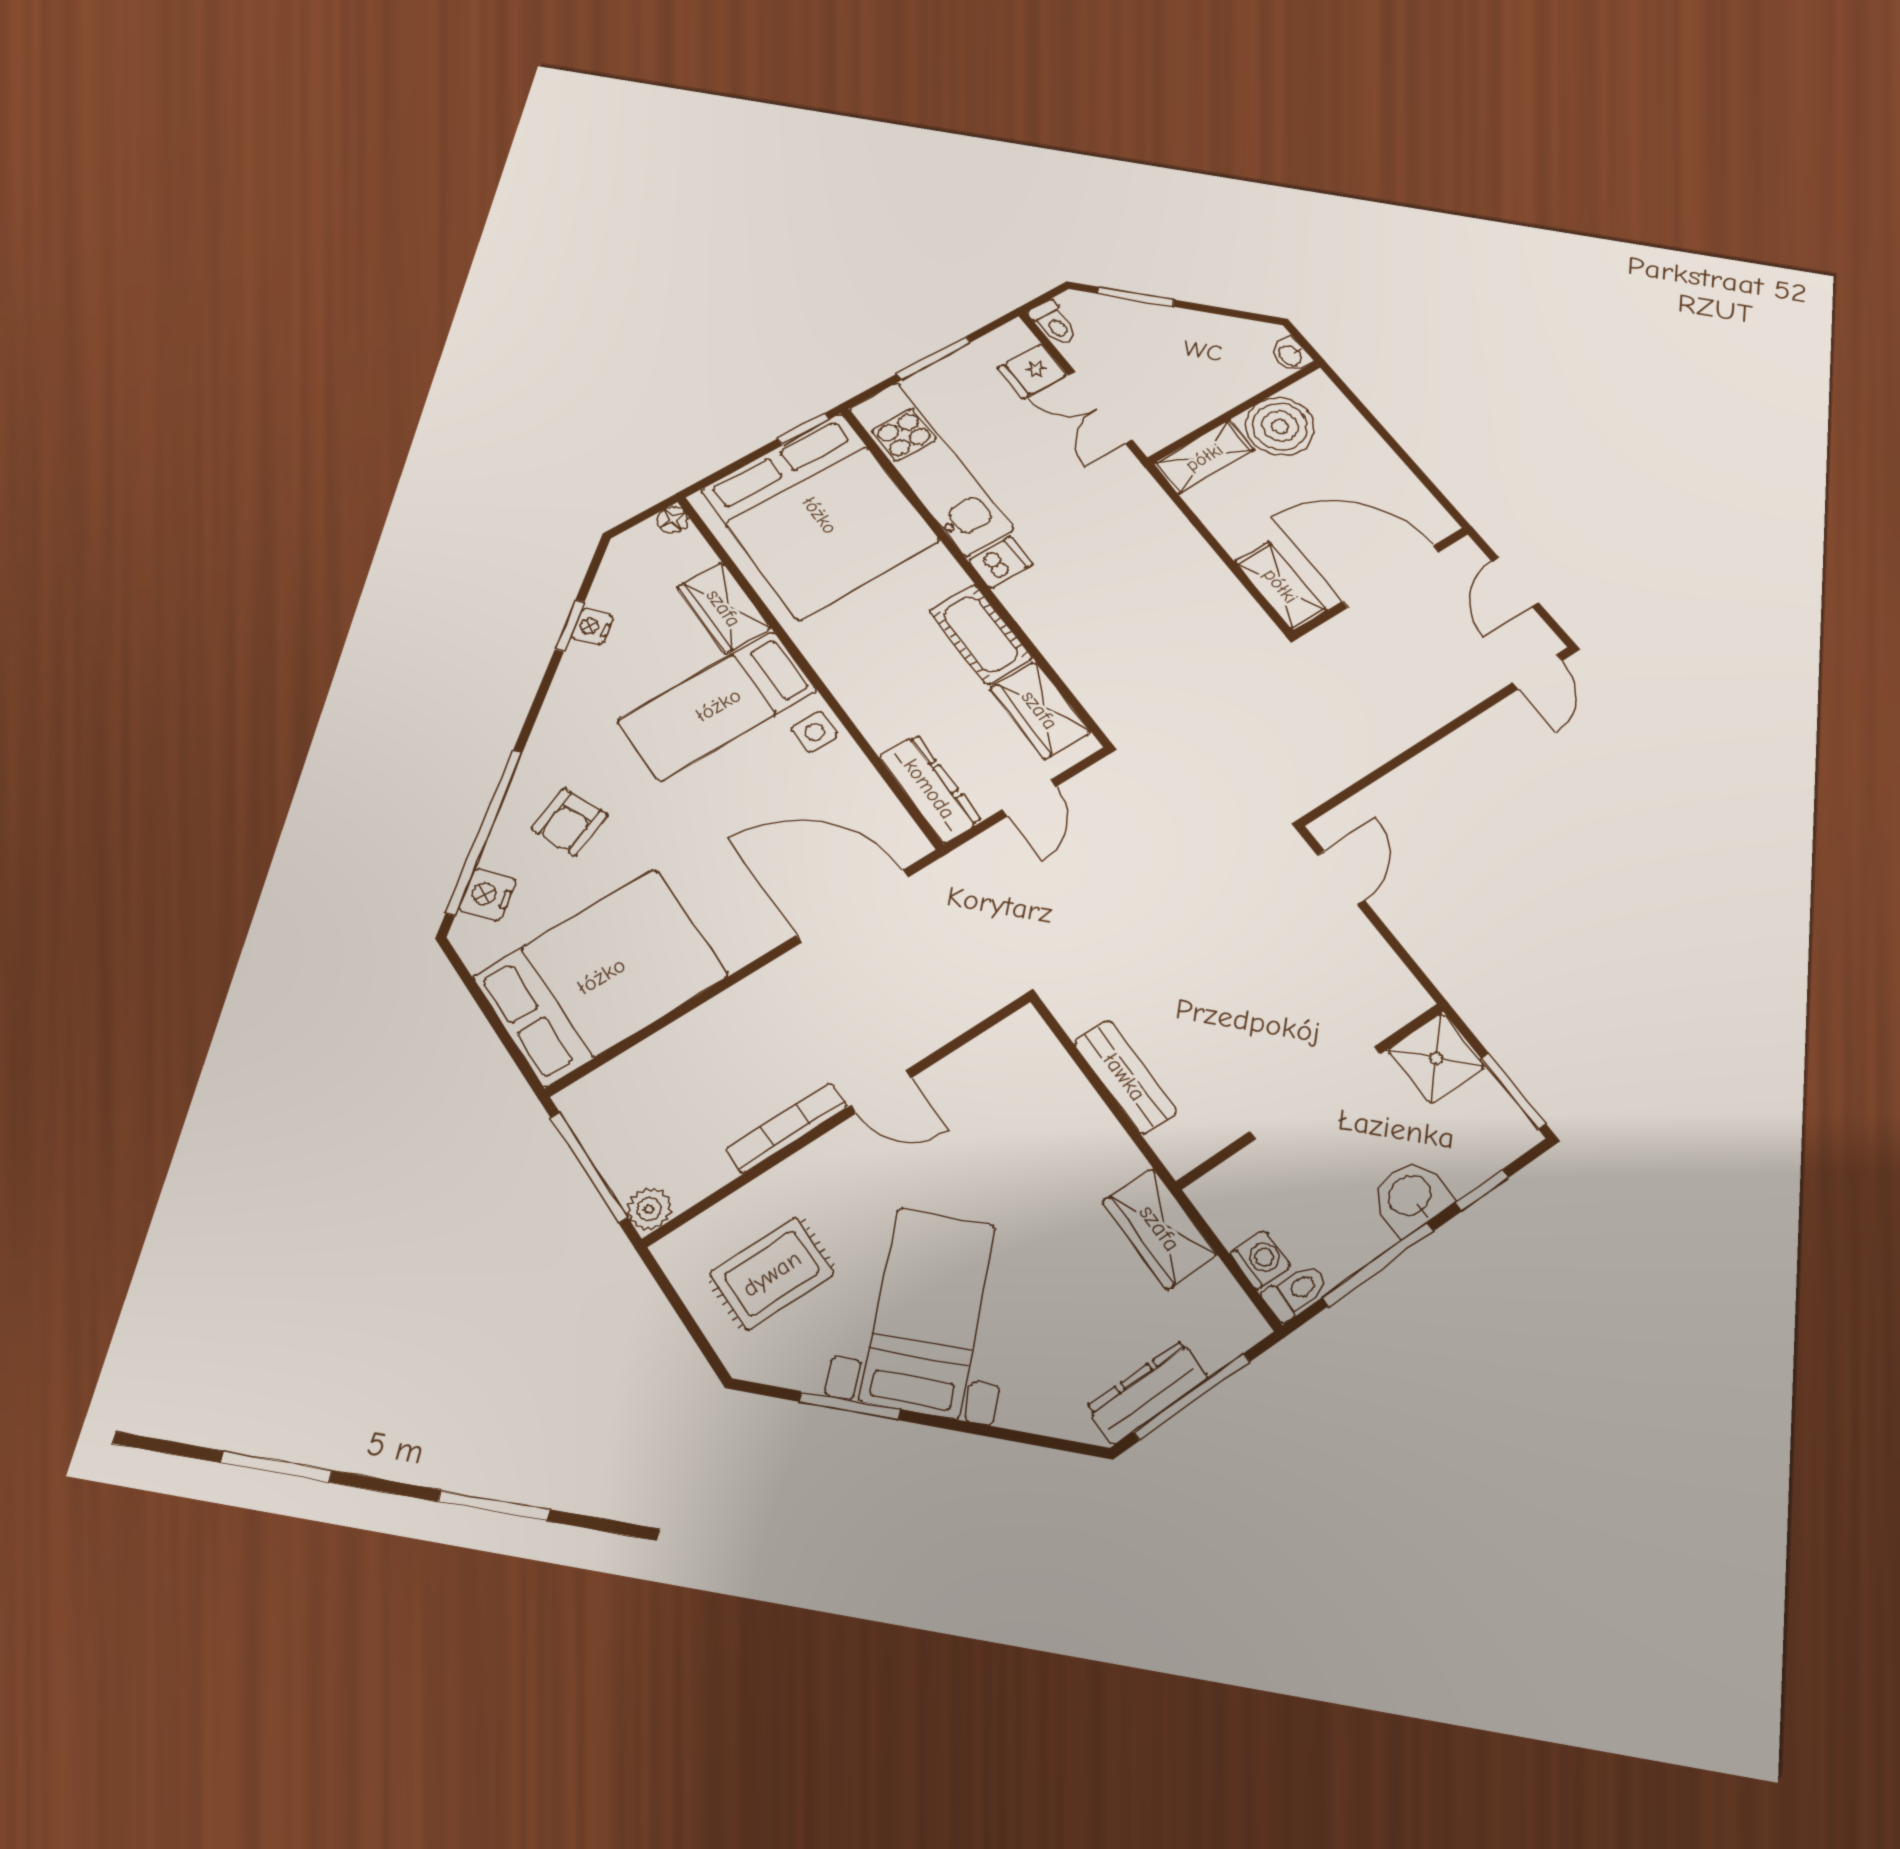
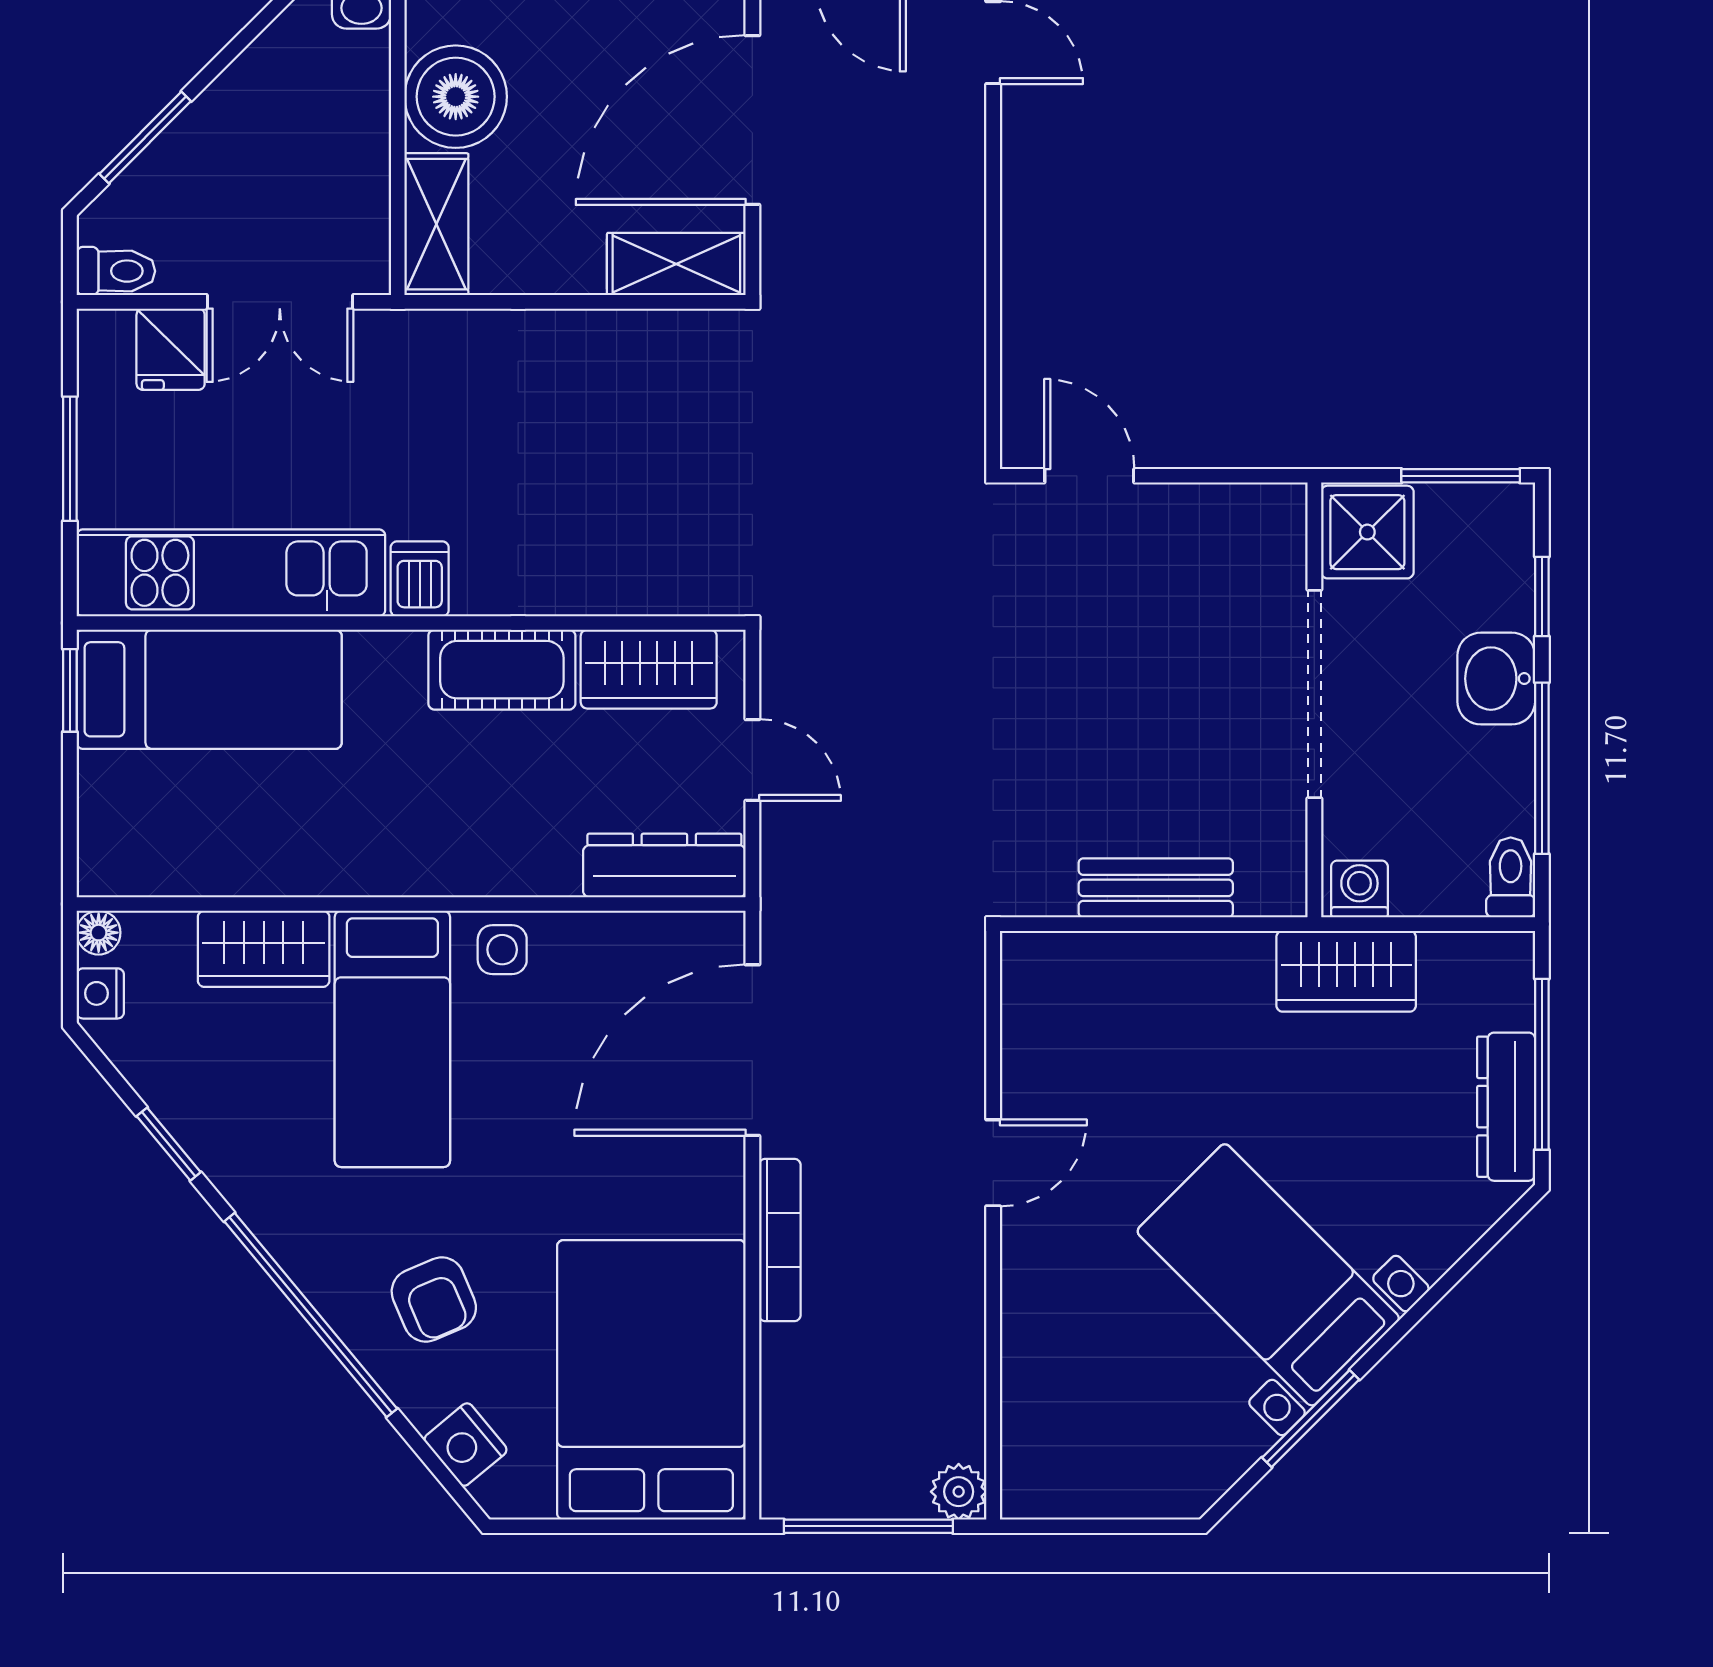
bed: (820, 515) -> (209, 689), width x0.49
nightstand: (592, 627) -> (100, 993), moved, turned 40
window: (485, 832) -> (311, 1315), moved
bookcase: (787, 1128) -> (780, 1240), moved, turned 180
washing machine: (1261, 1260) -> (1359, 889), moved
rug: (772, 1273) -> (1117, 1408), removed

